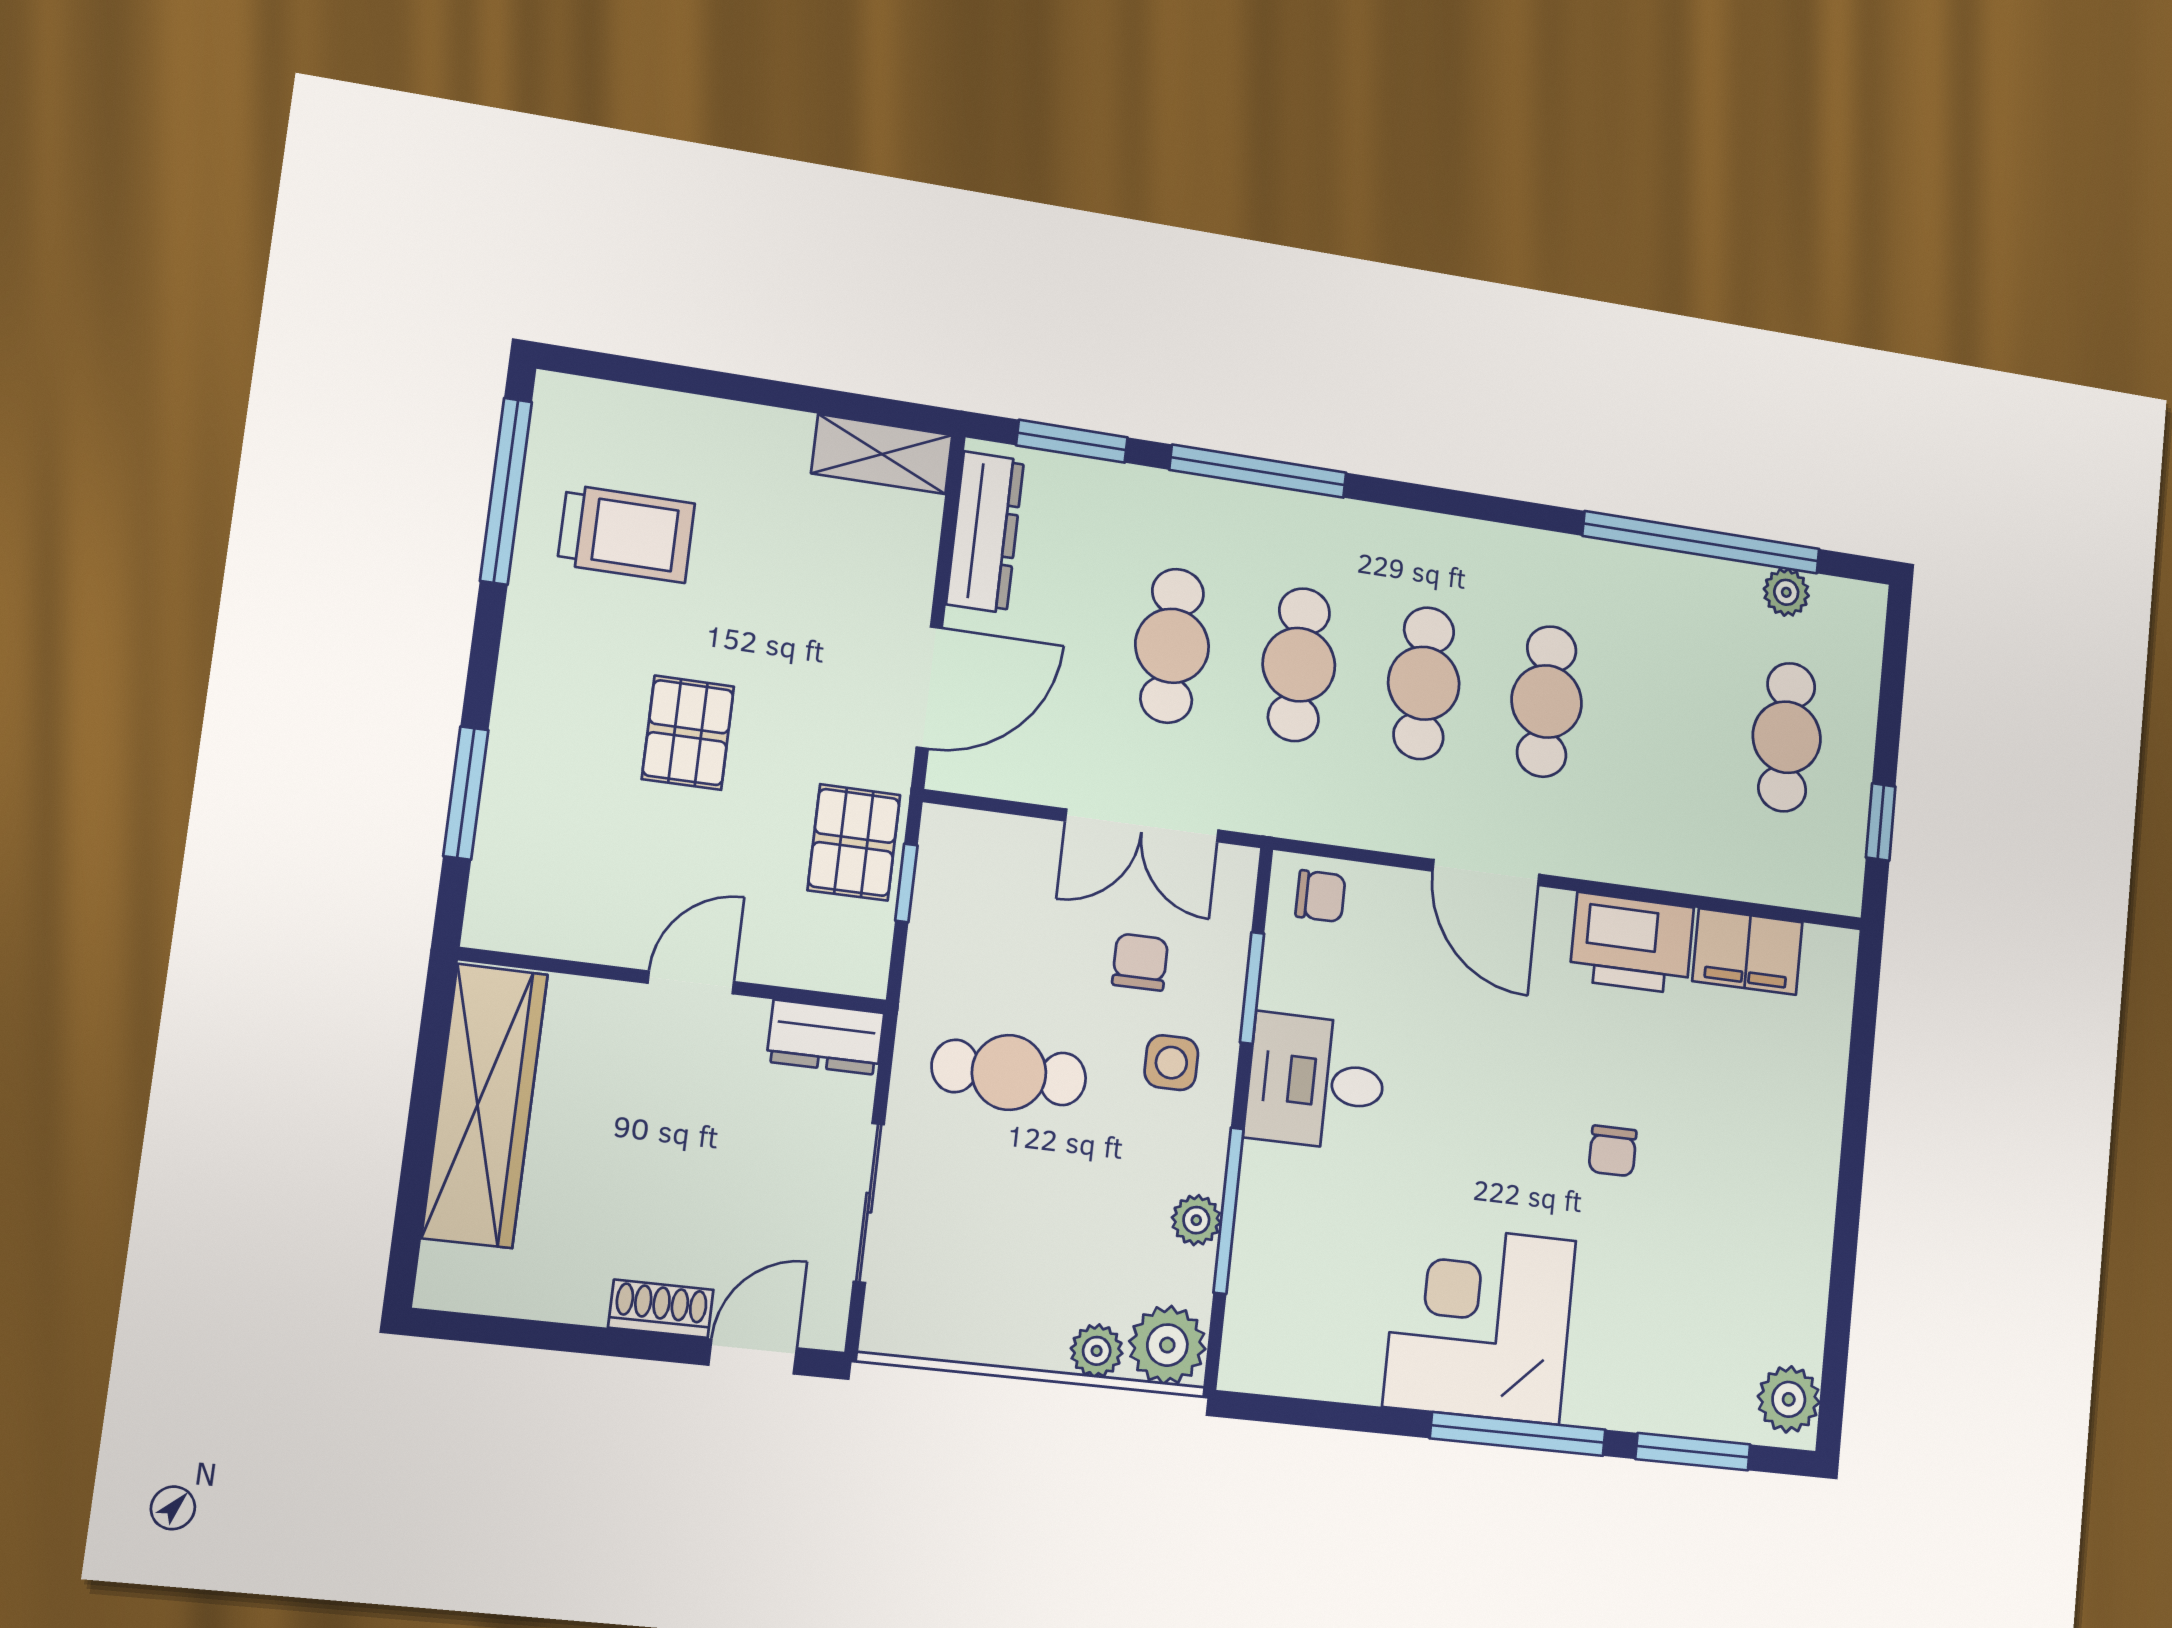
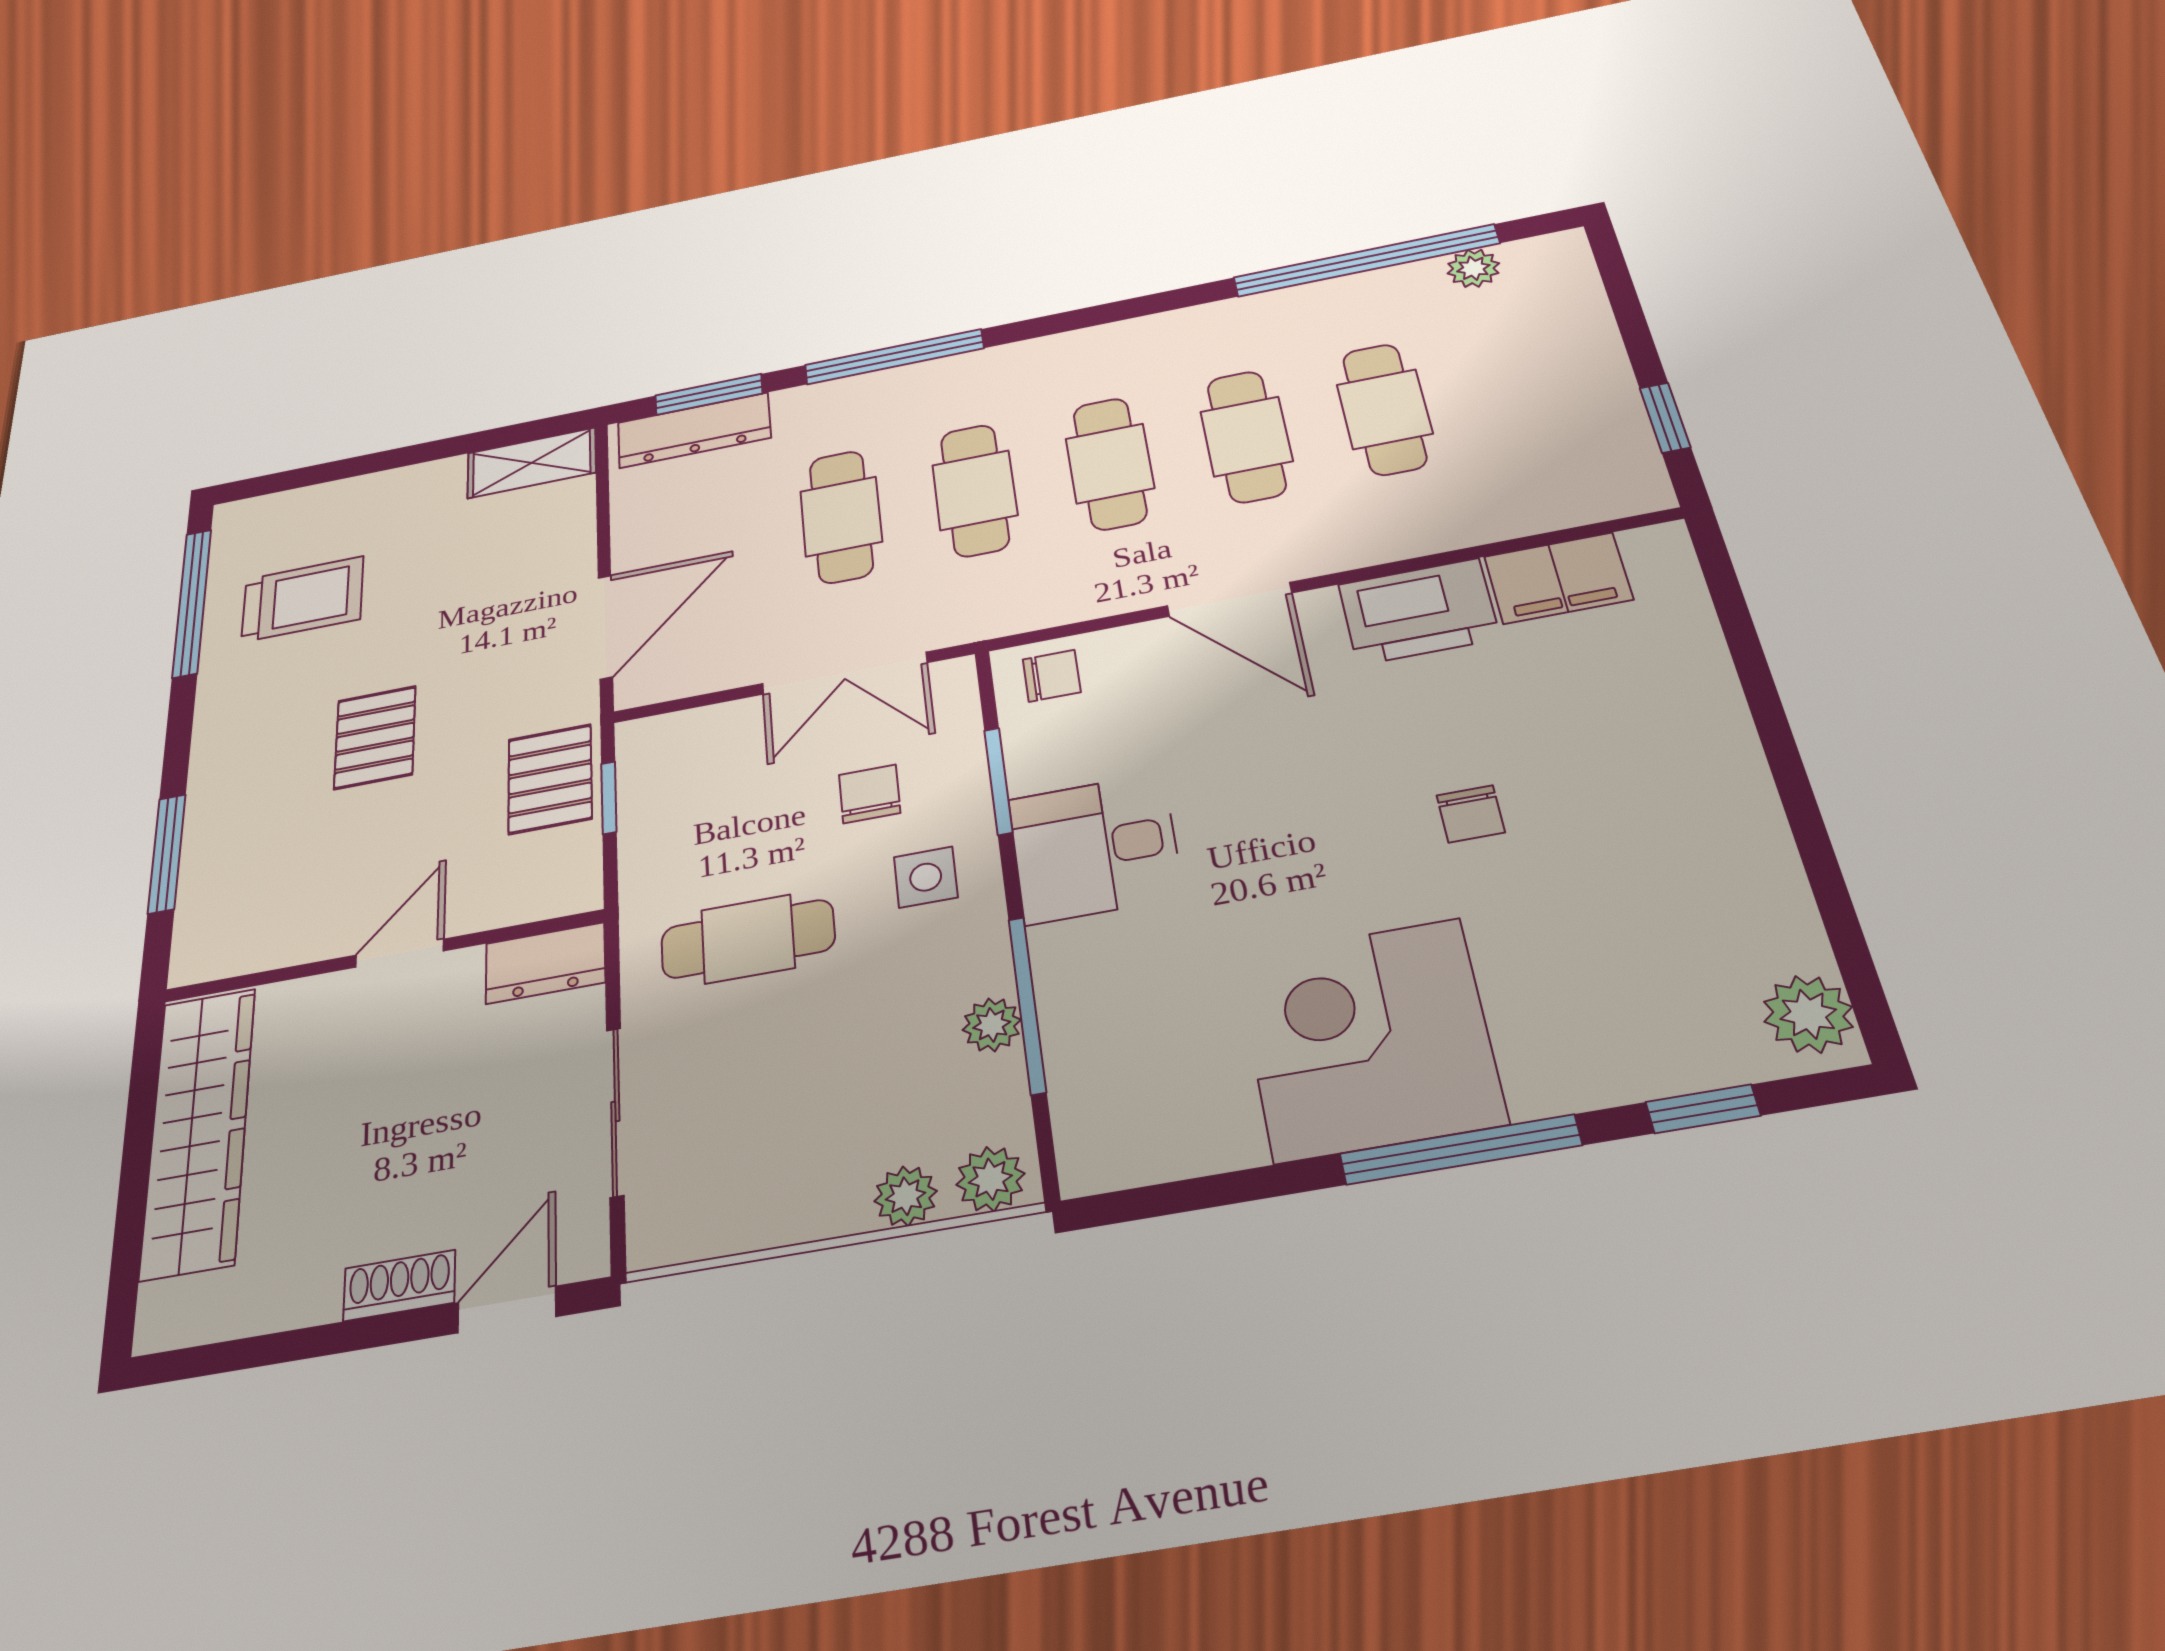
dresser: (985, 532) -> (694, 430), moved, turned 90
cafe table: (1787, 737) -> (1384, 409), moved
plant: (1167, 1345) -> (990, 1179), width x0.73, depth x0.73
window: (1693, 1452) -> (1703, 1109), width x0.67

